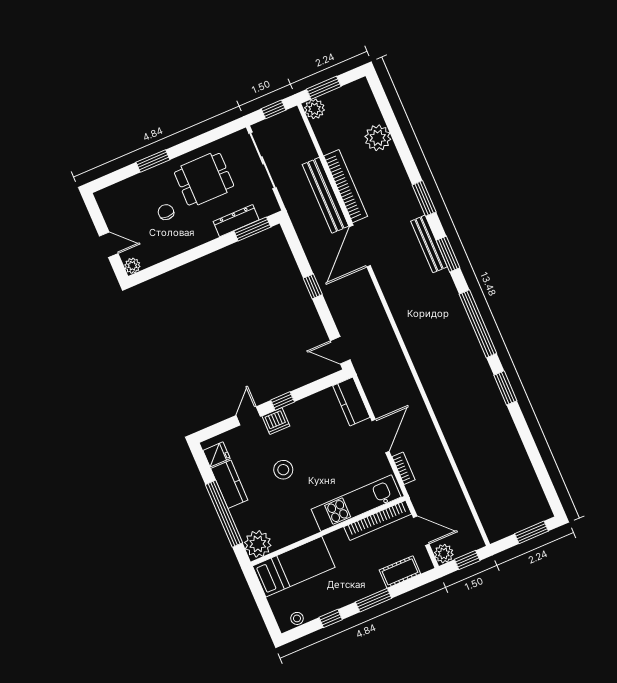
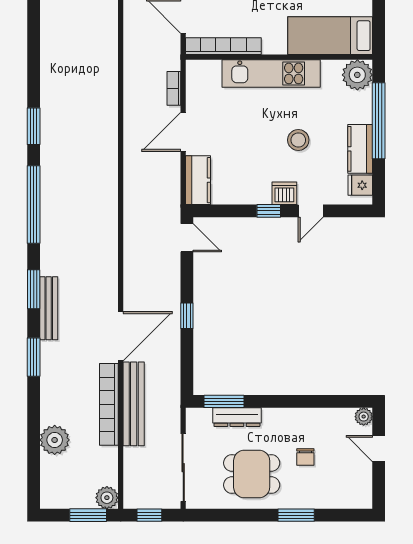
kitchen unit: (356, 503) -> (271, 73), moved

